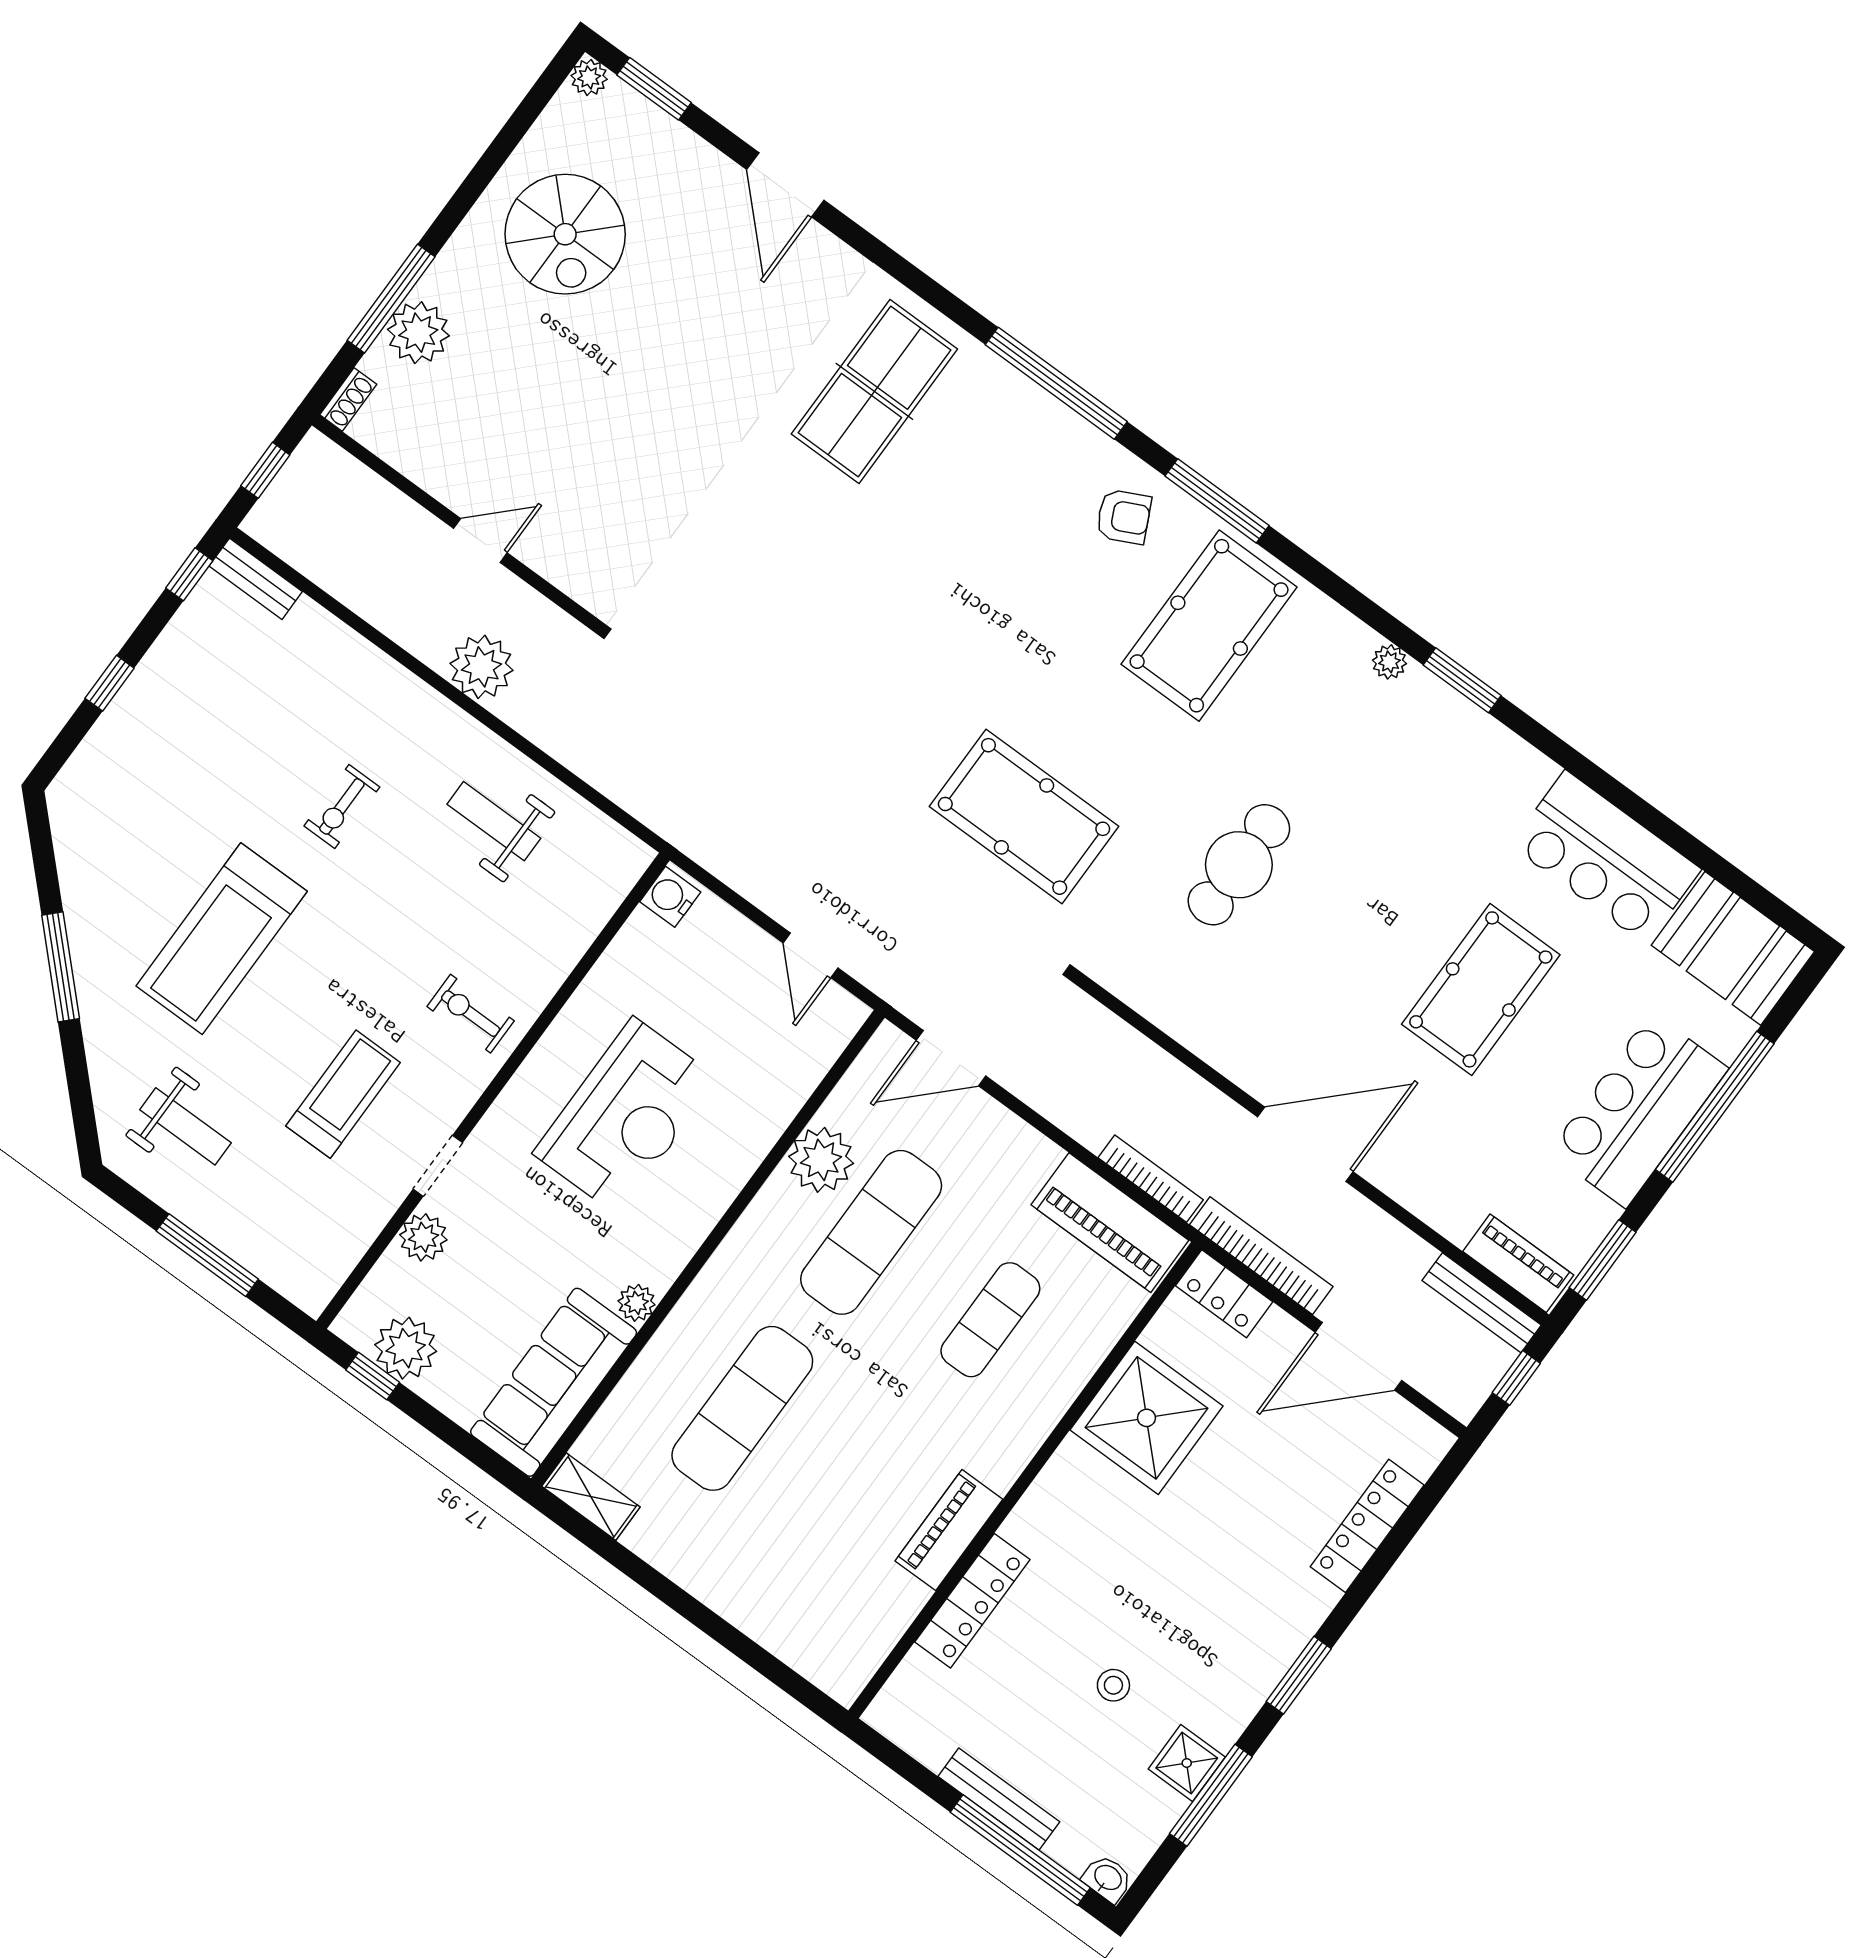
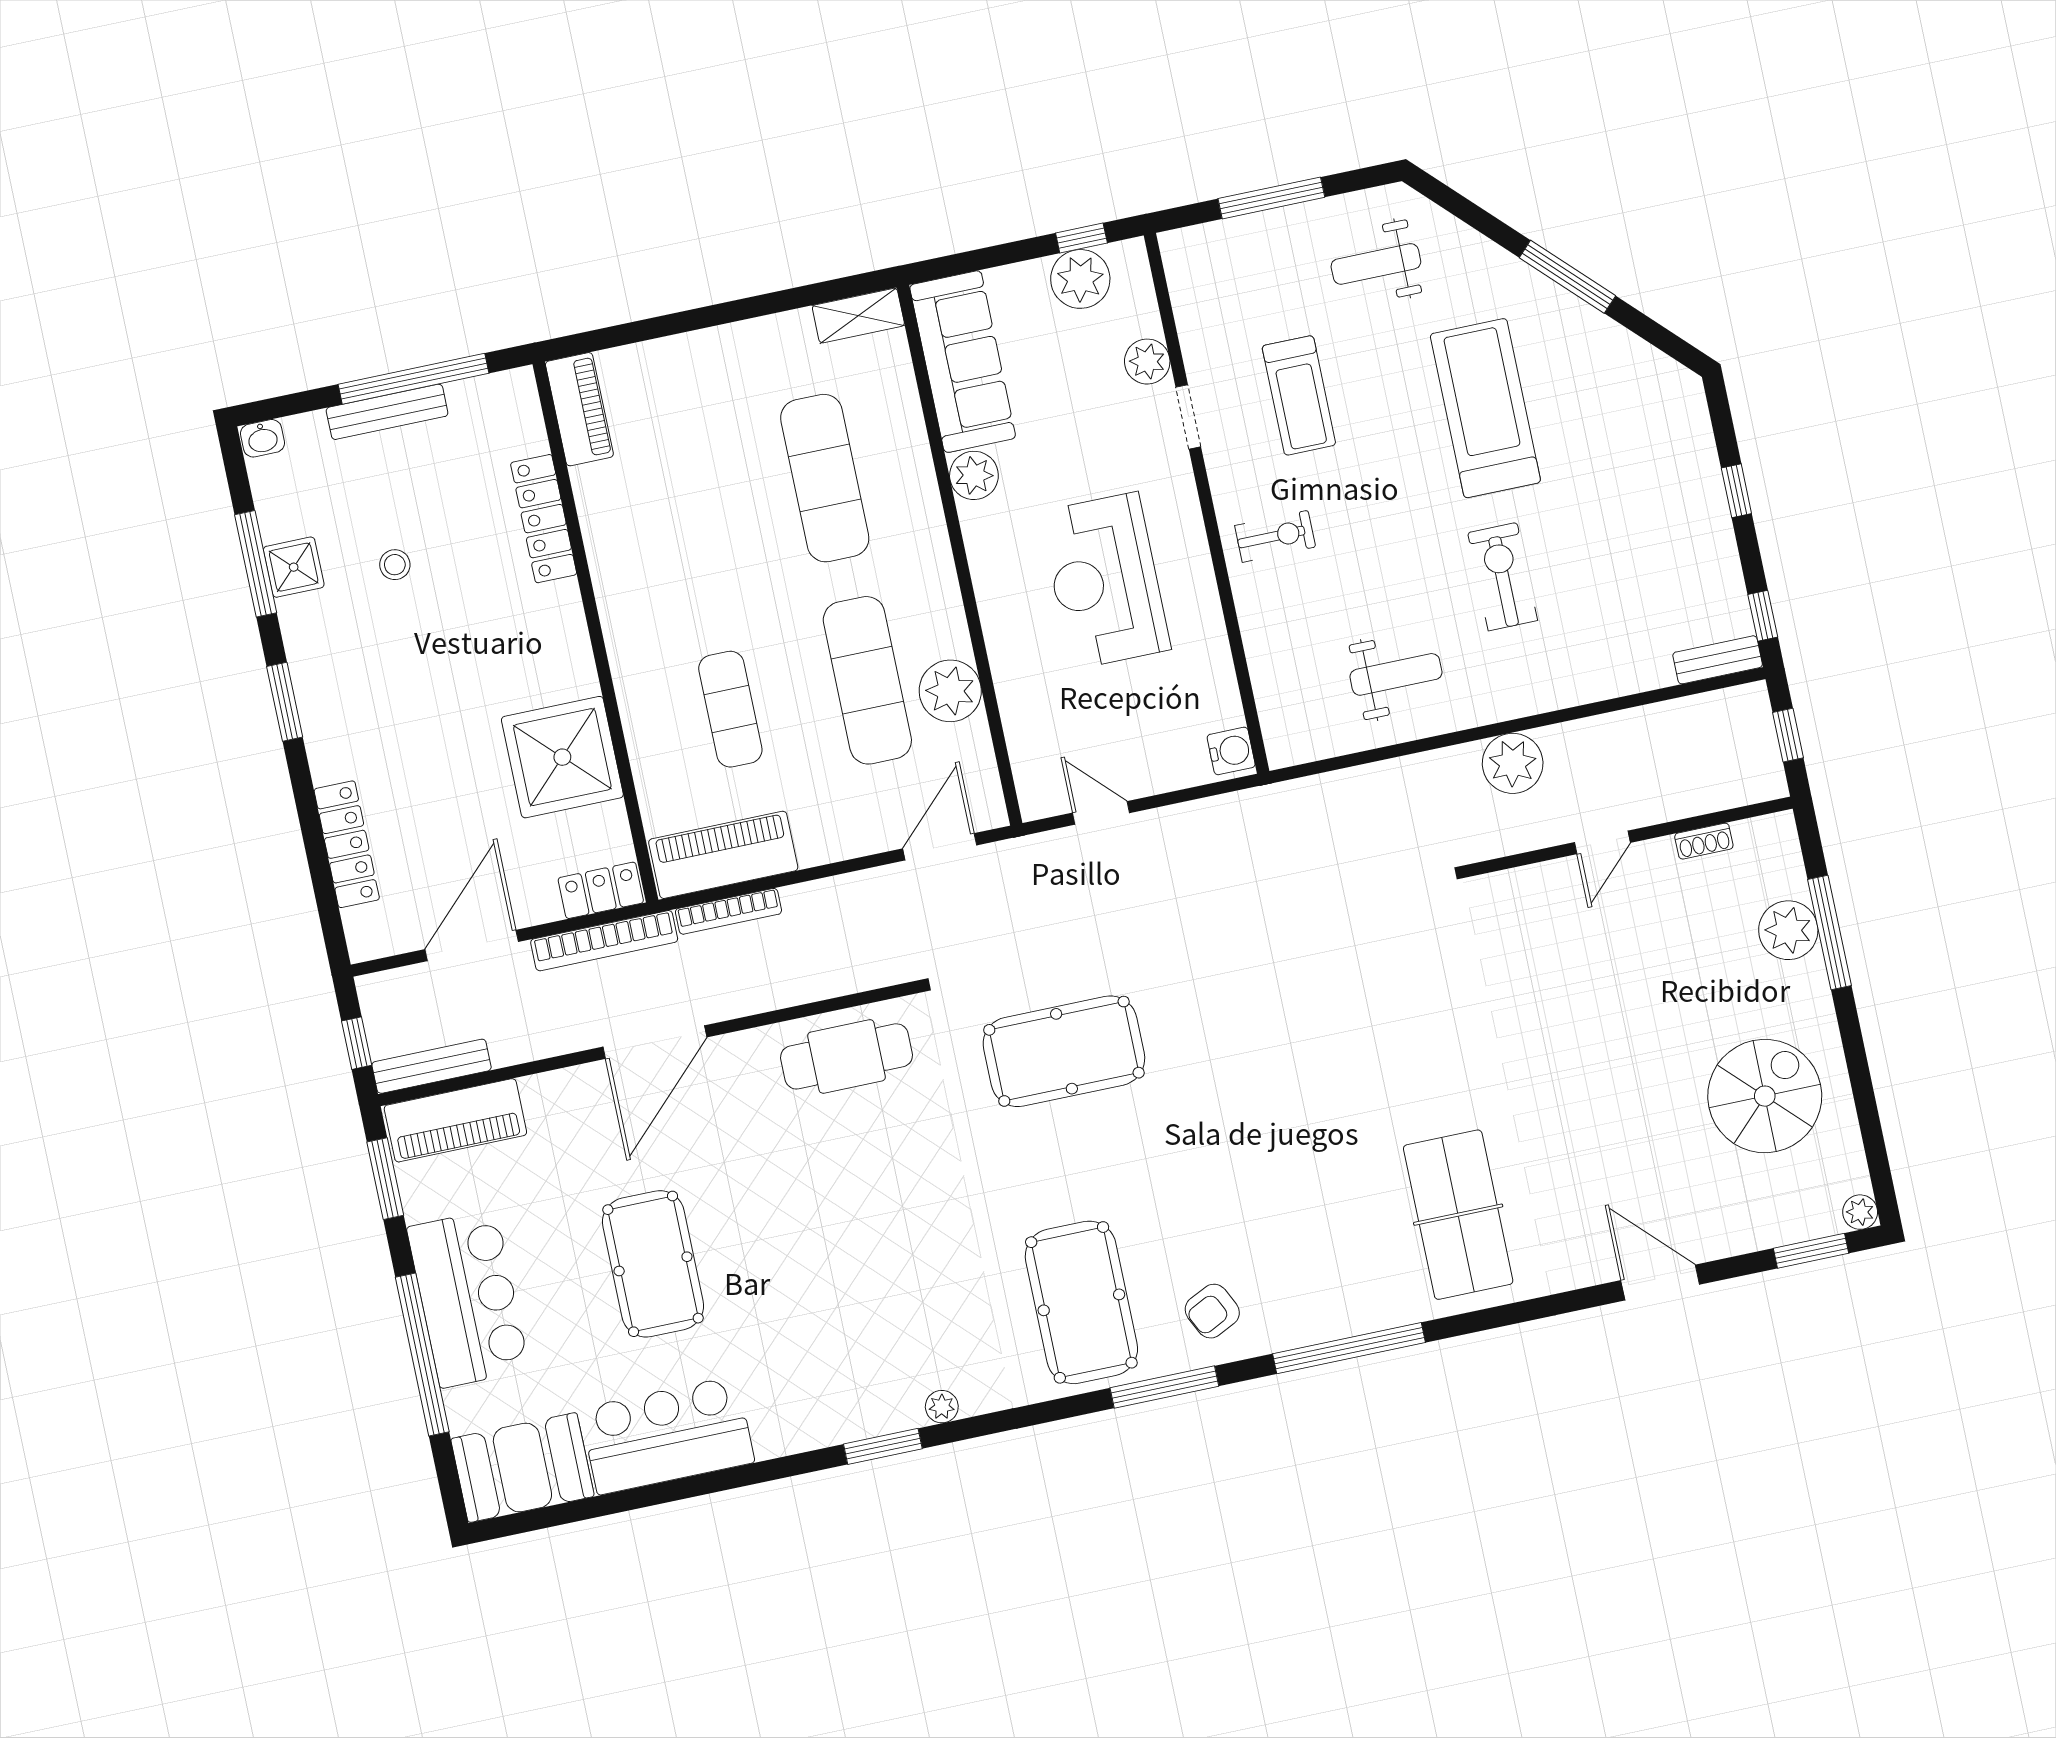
spiral stairs: (565, 234) -> (1765, 1096), turned 90
shoe rack: (348, 400) -> (1704, 841), moved, turned -90
exercise bike: (342, 806) -> (1503, 577), width x1.38, depth x1.39
cafe table: (1239, 865) -> (847, 1056), moved, turned 90
piano: (1518, 1263) -> (455, 1120), width x1.37, depth x1.33
plant: (637, 1303) -> (974, 475), width x1.38, depth x1.38
piano: (949, 1530) -> (579, 409), moved
window: (1020, 1850) -> (413, 379), moved

